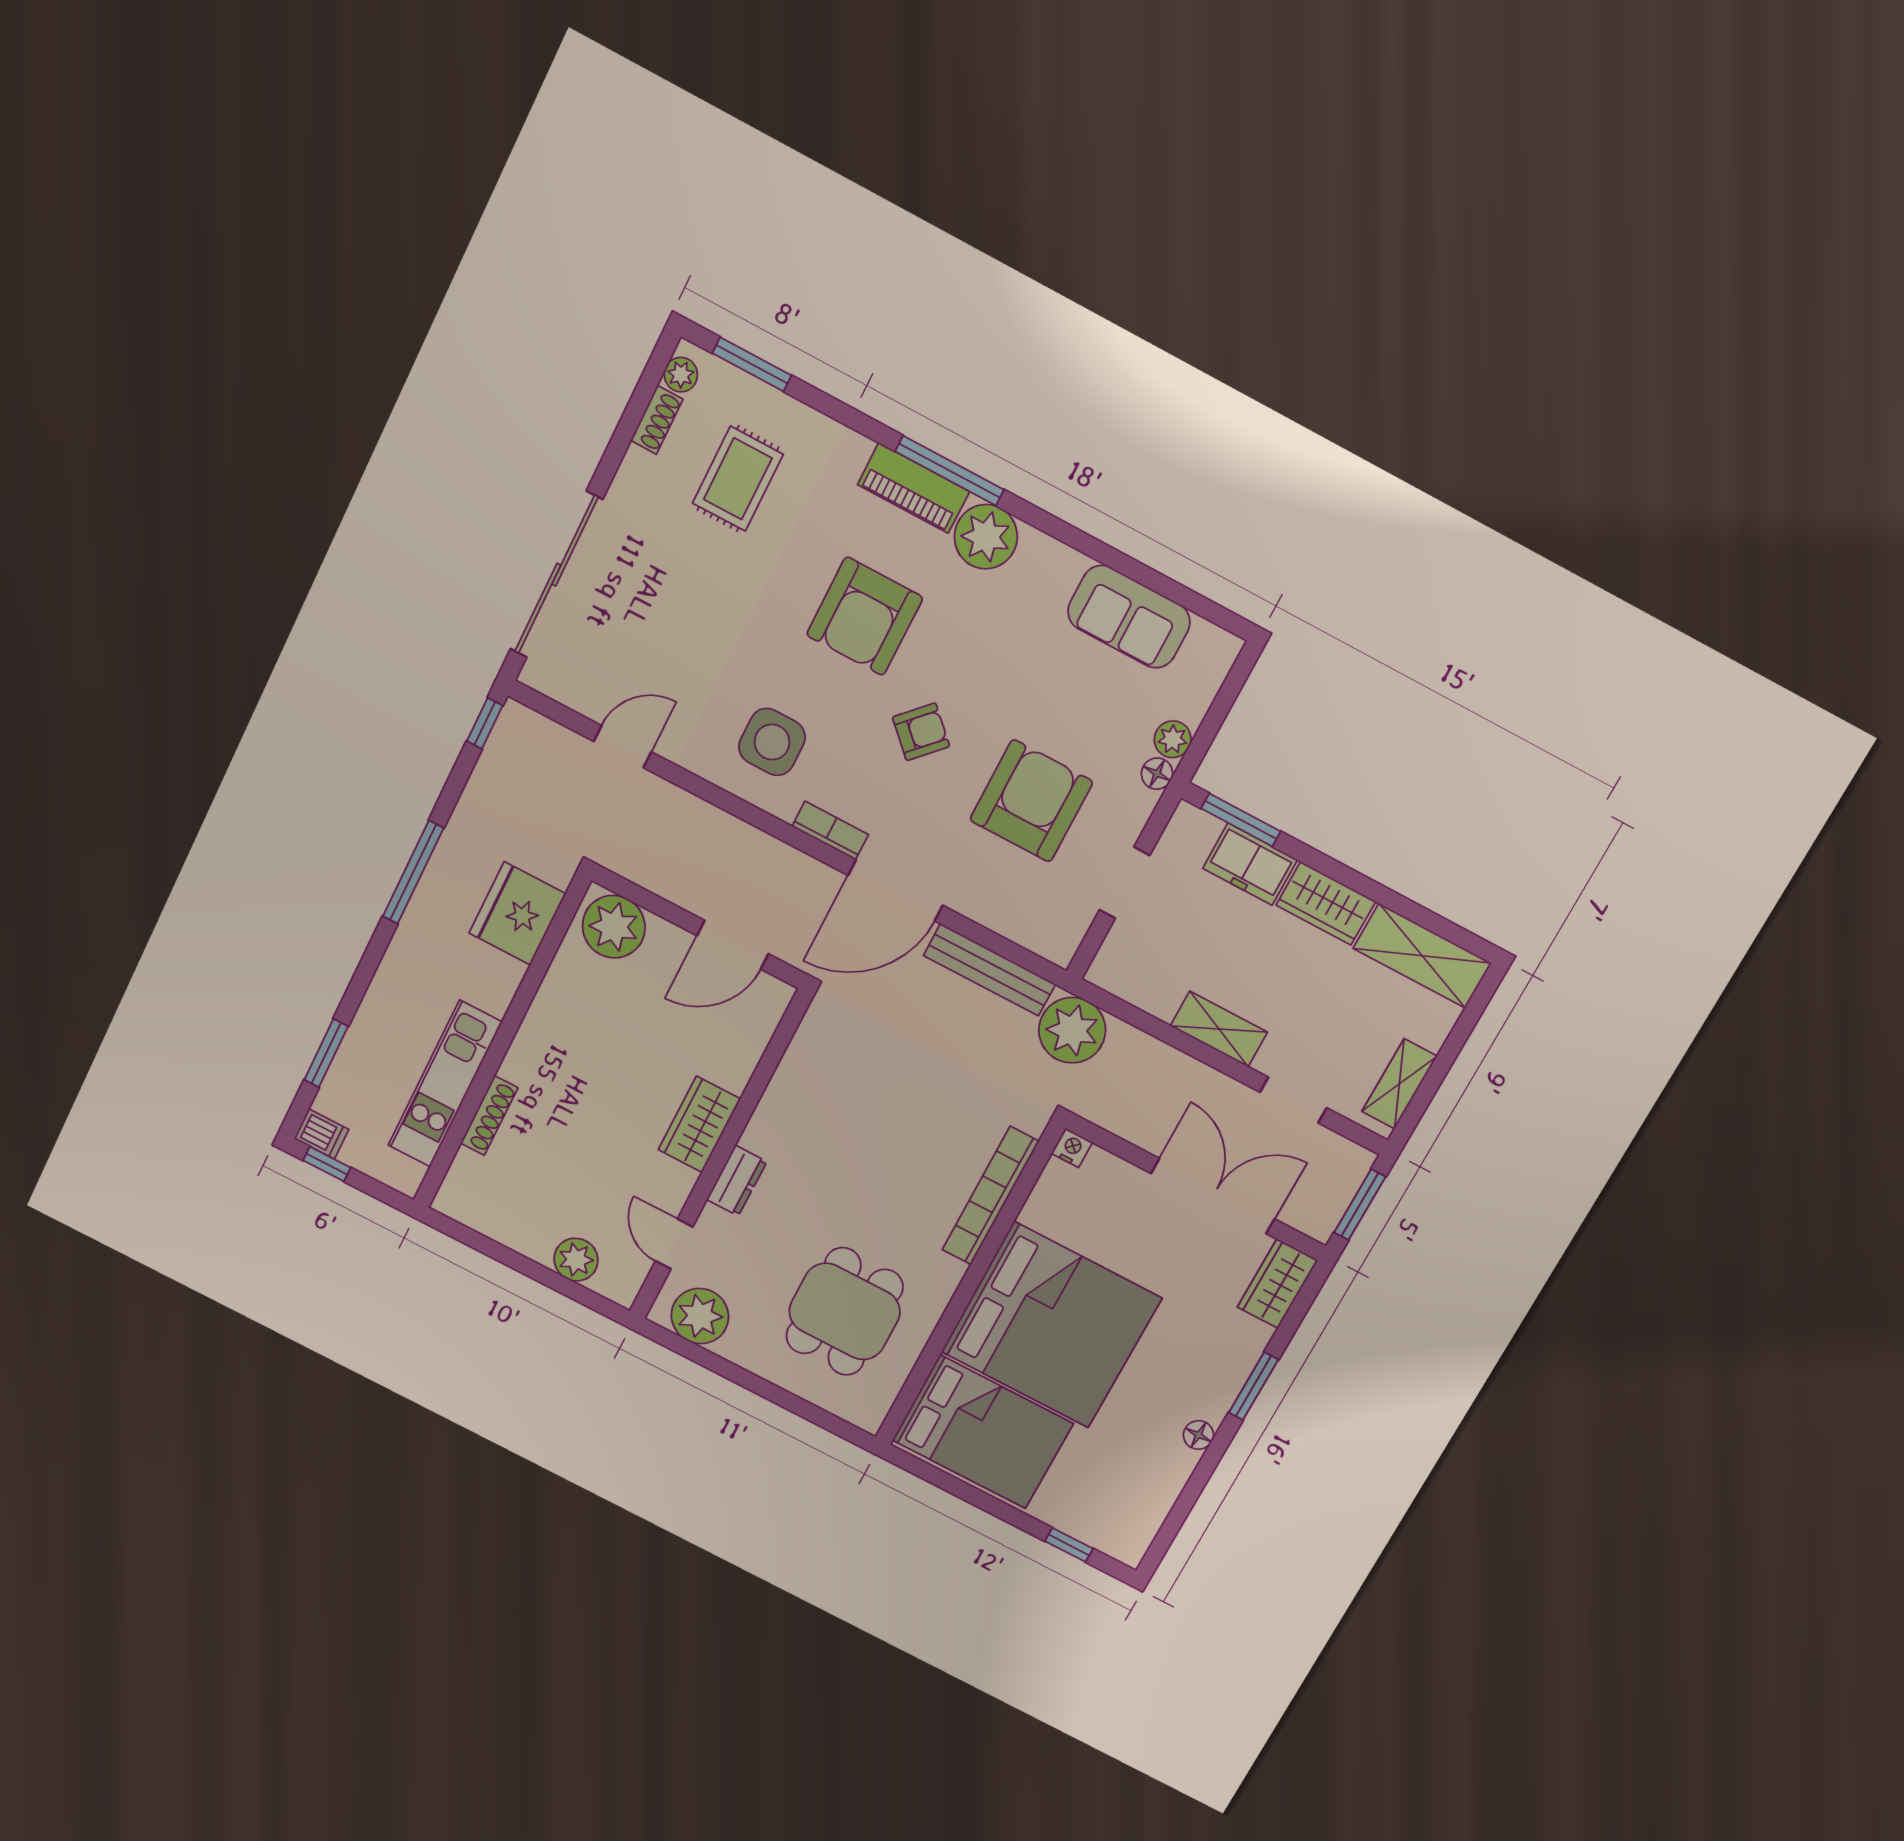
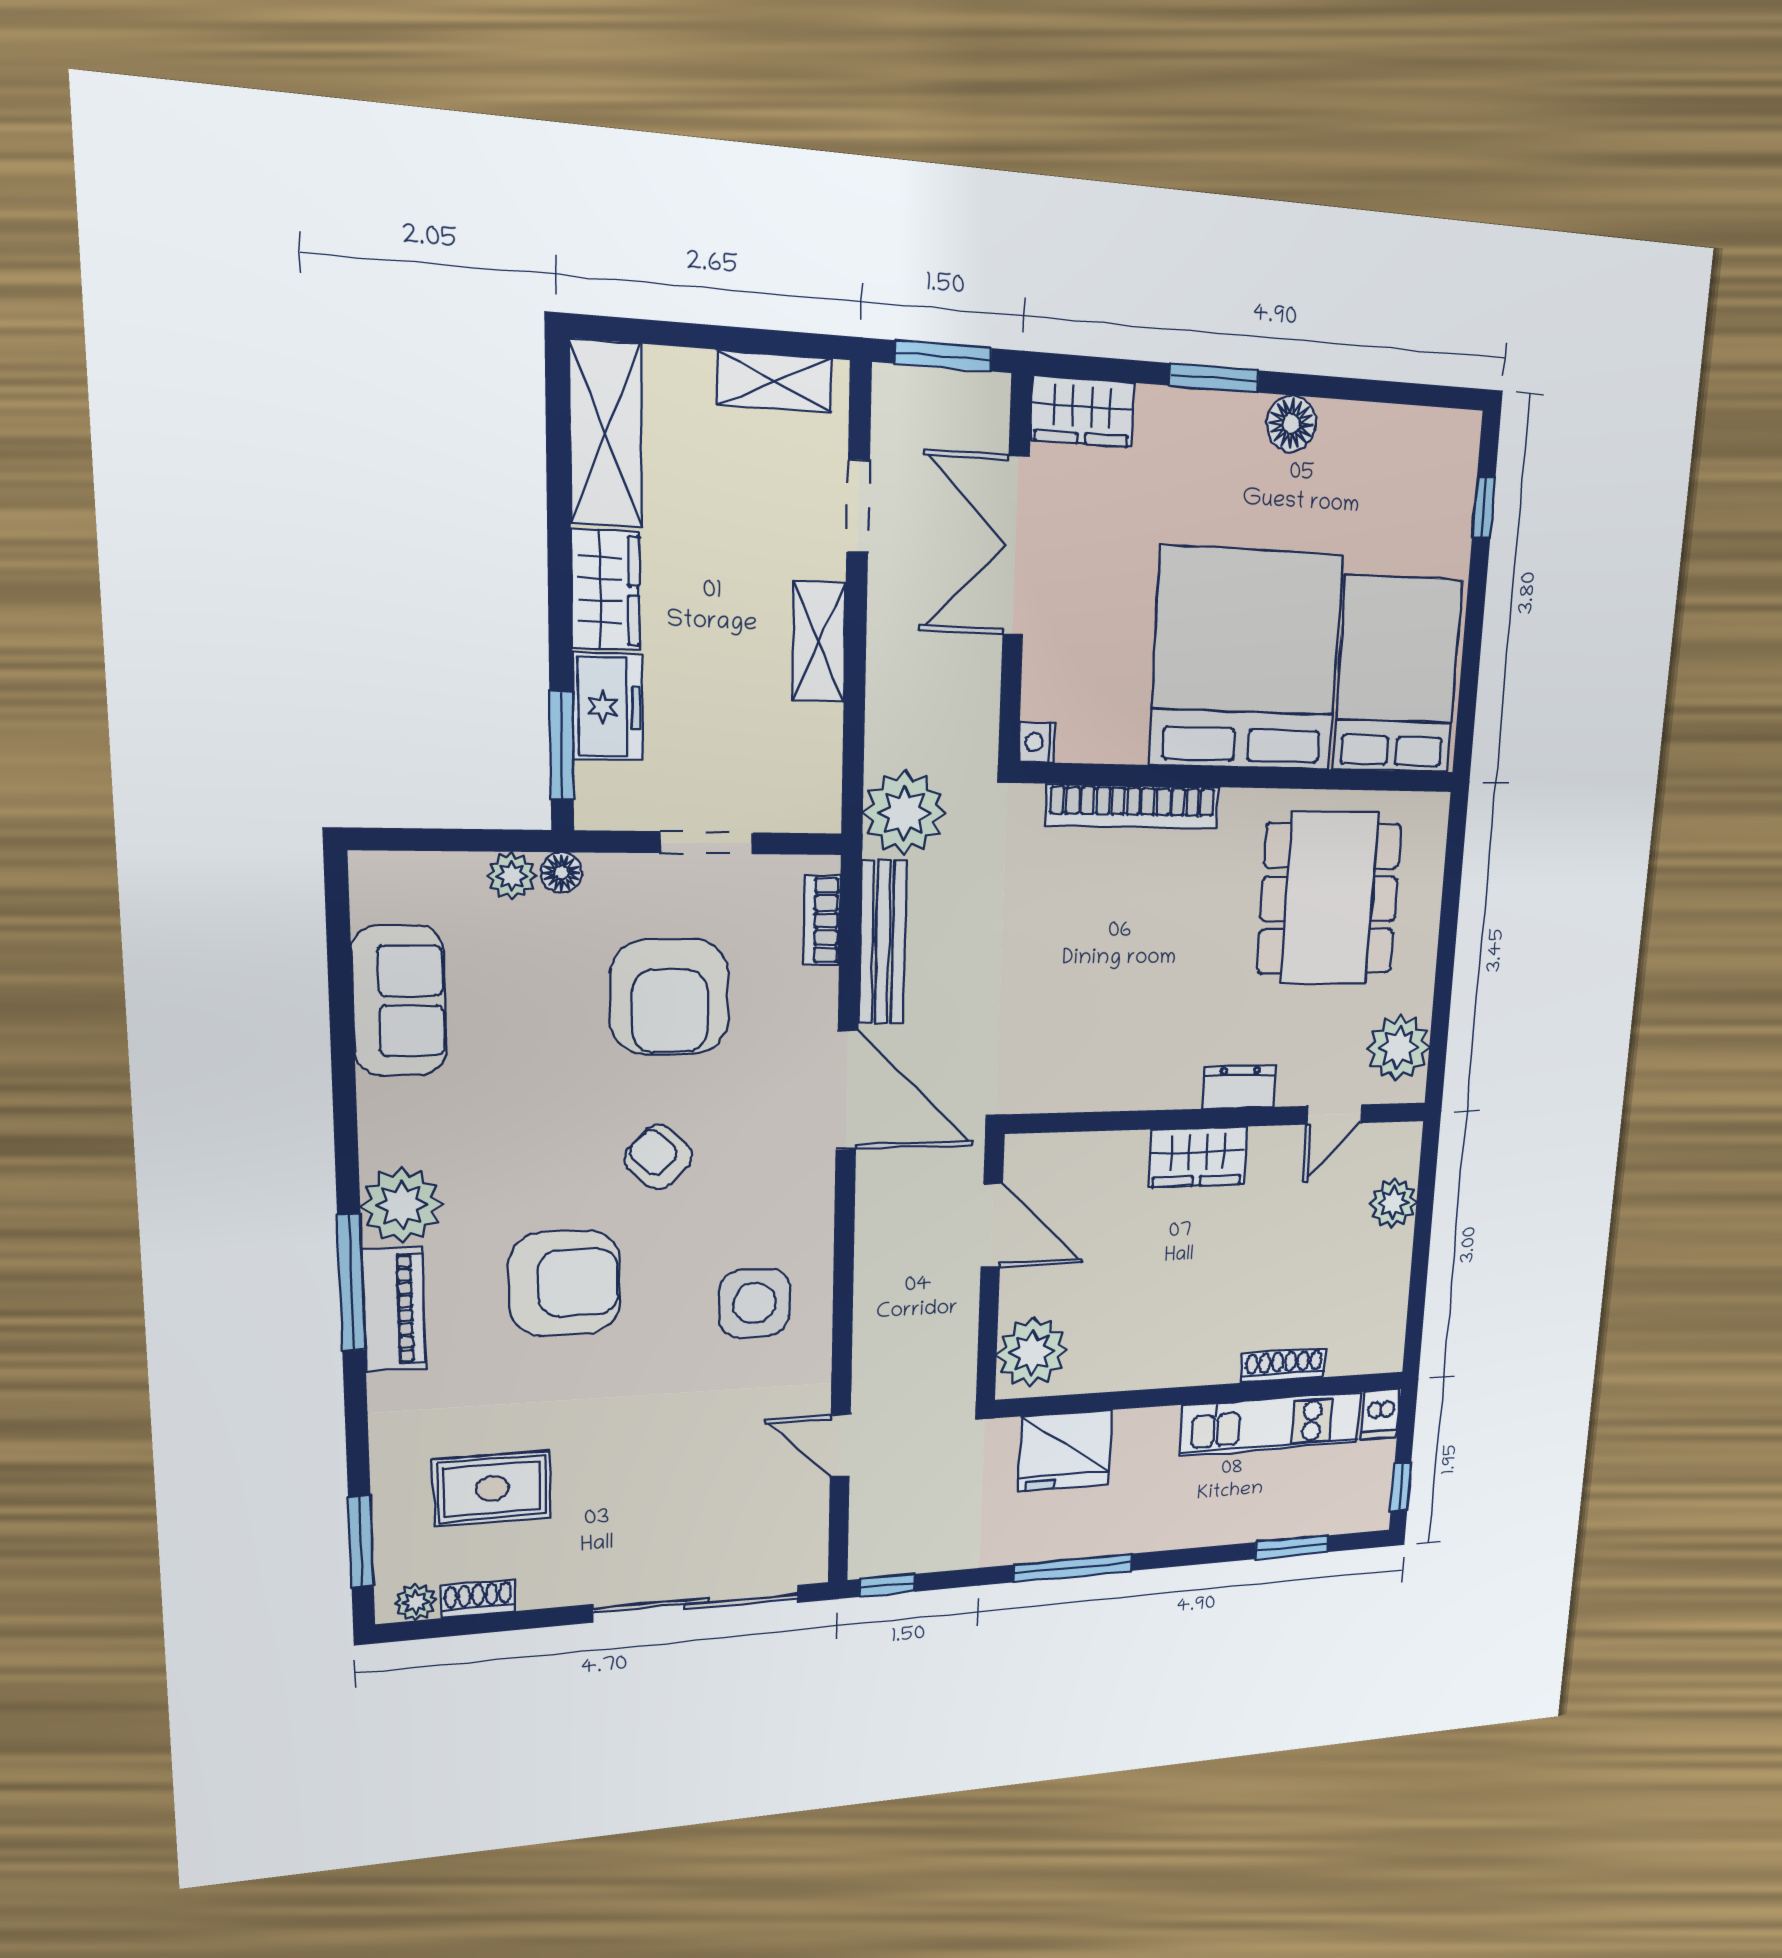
armchair: (1031, 801) -> (670, 997), turned -90
bookcase: (830, 830) -> (822, 920), moved
dishwasher: (322, 1134) -> (1380, 1414), moved, turned 180
dining table: (845, 1312) -> (1329, 899), width x1.38
floor lamp: (1198, 1435) -> (1291, 424), width x1.37, depth x1.37

